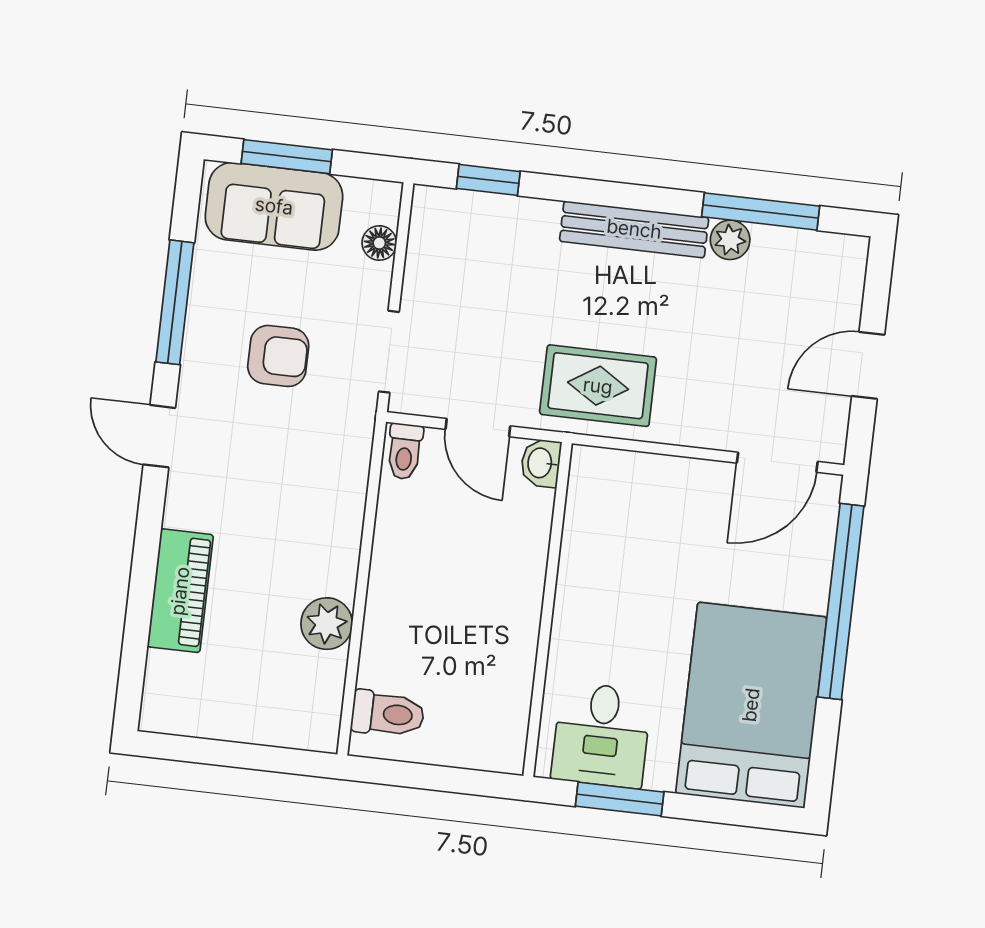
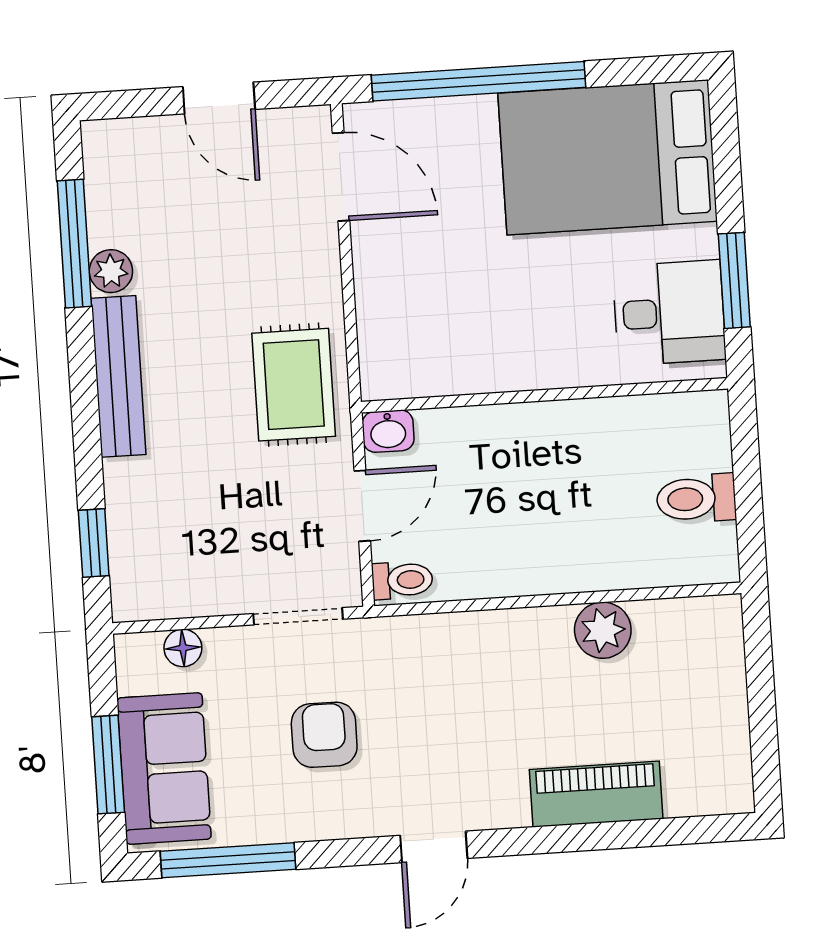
window: (175, 302) -> (228, 860), moved
toilet: (388, 714) -> (696, 499), moved, turned -90

